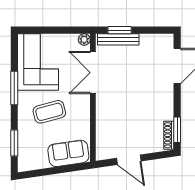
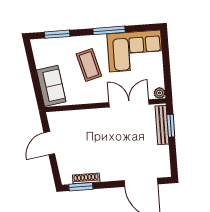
shoe rack: (169, 135) -> (86, 178), moved

